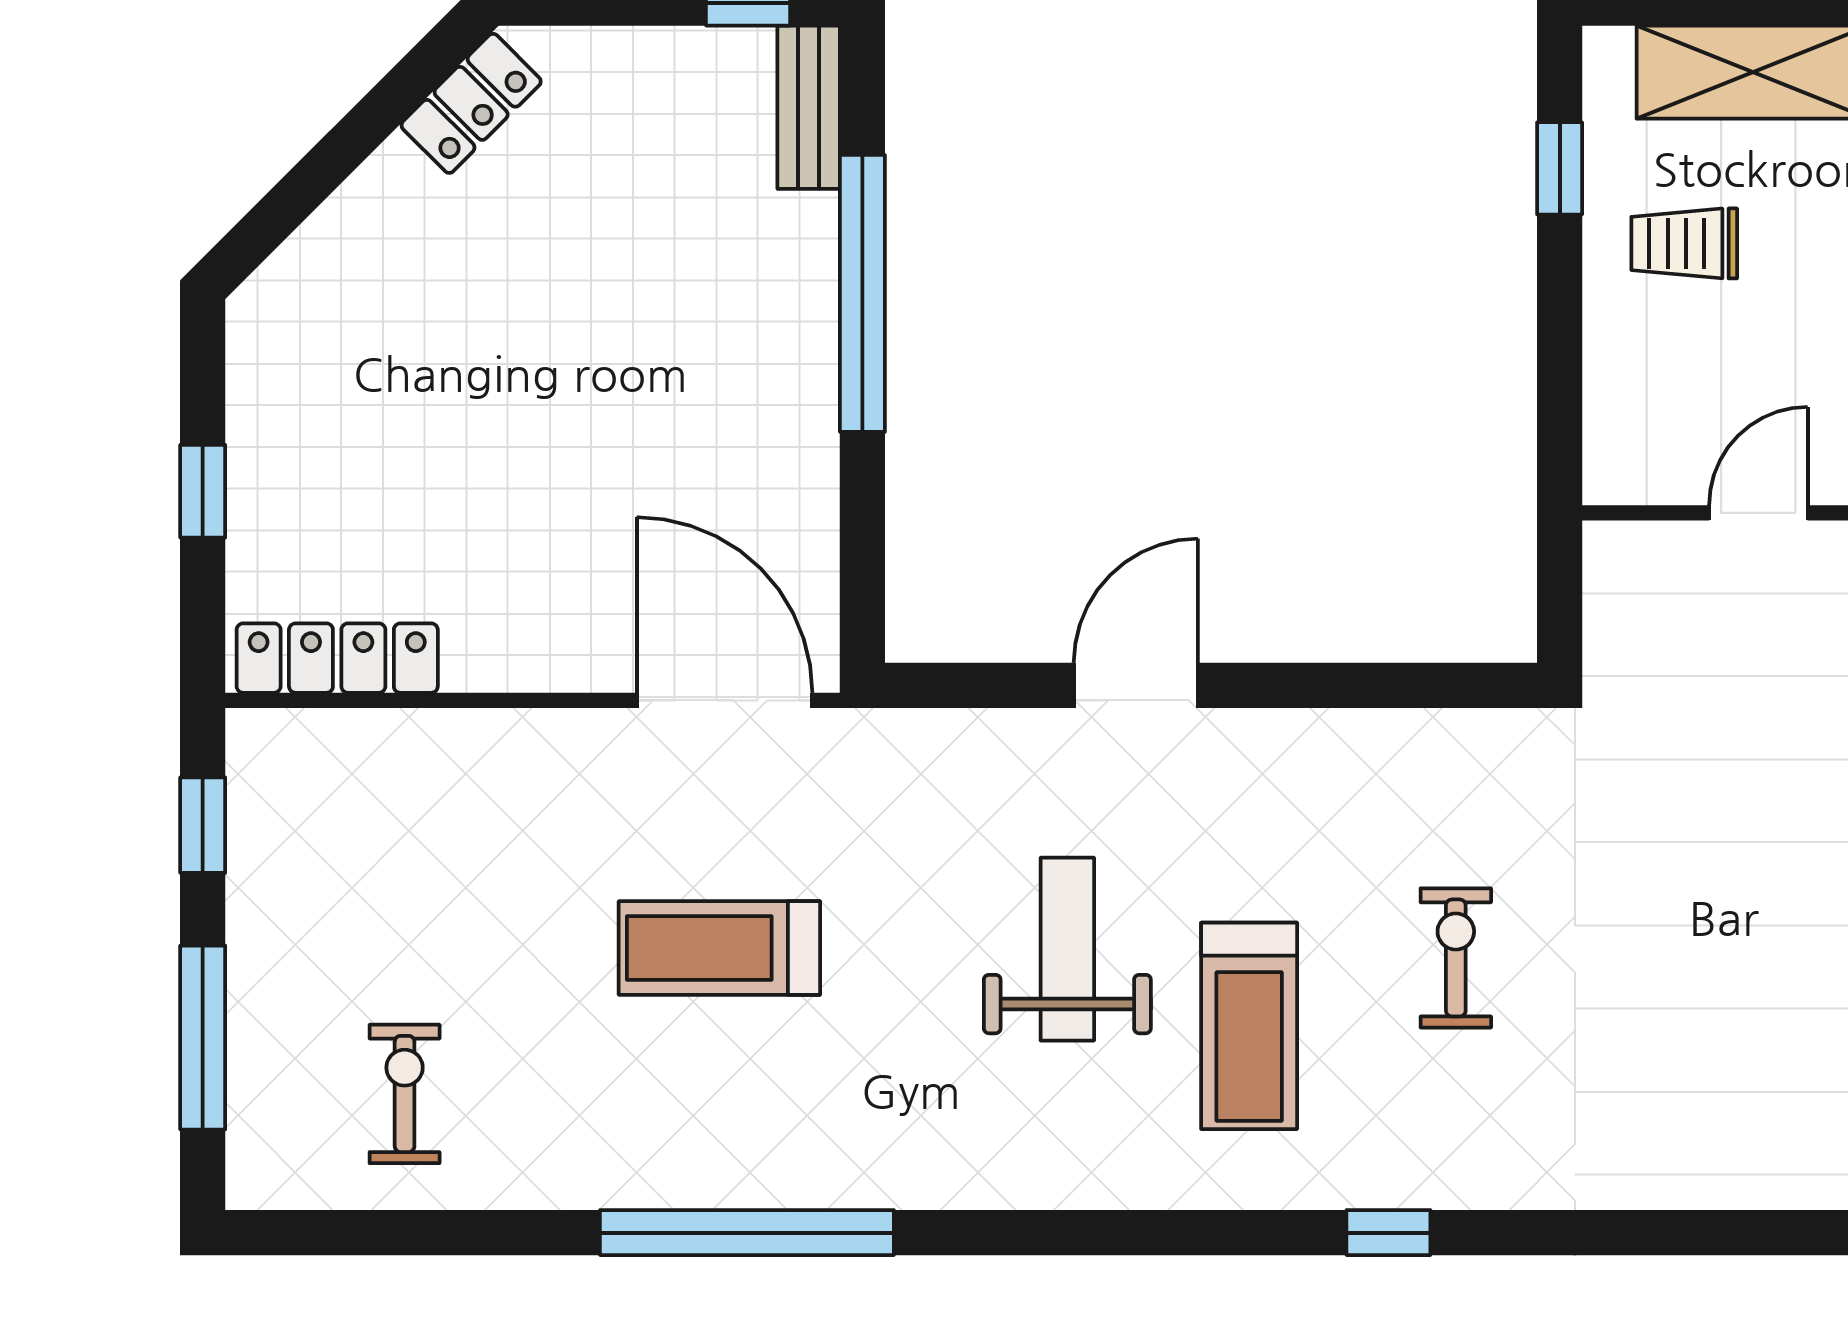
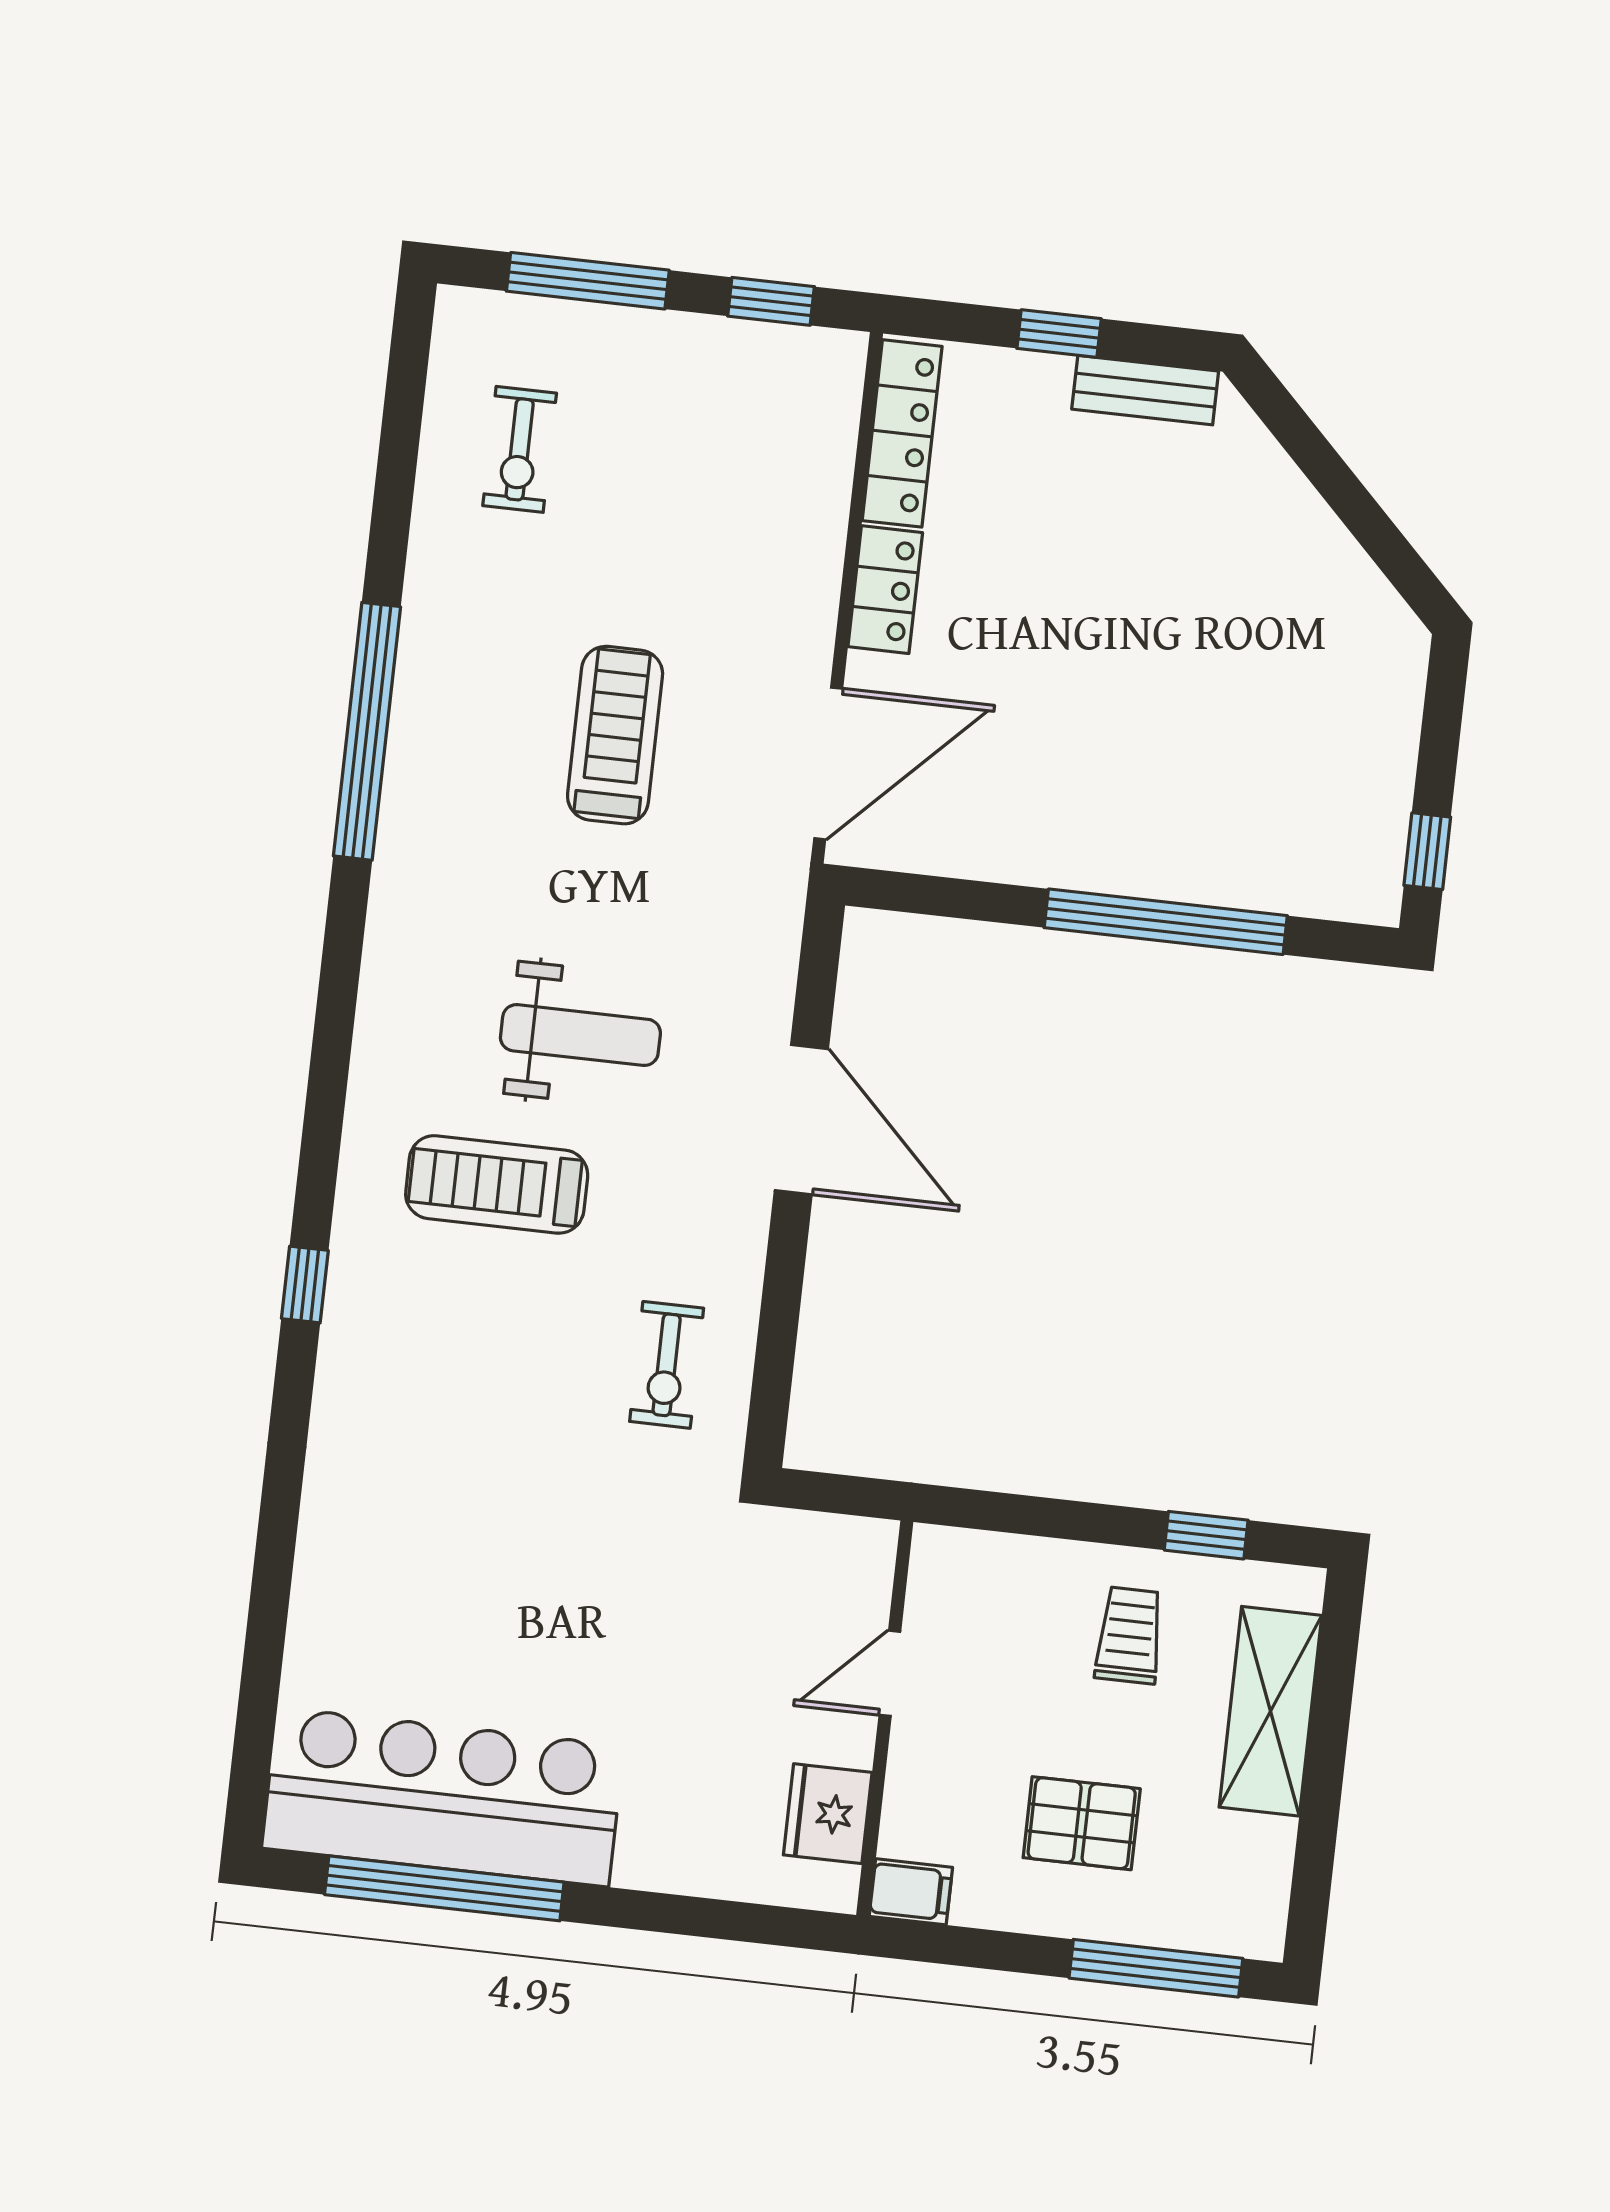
locker: (471, 103) -> (885, 590), moved, turned -135
bench: (809, 107) -> (1145, 390), moved
door: (1758, 513) -> (890, 1673), swing flipped
door: (1136, 685) -> (801, 1120), width x1.36
exercise bike: (1456, 958) -> (667, 1365), moved, turned 90
exercise bike: (405, 1094) -> (520, 449), turned 90

